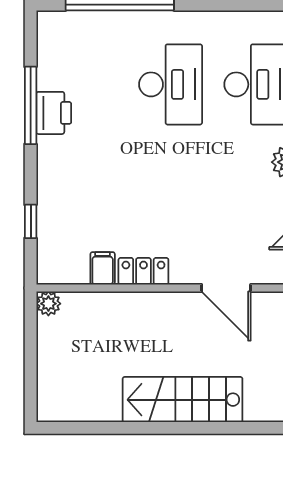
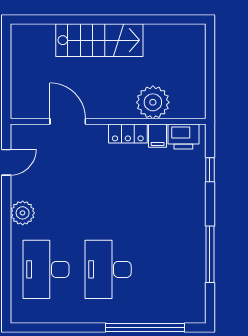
printer: (54, 113) -> (183, 137), moved, turned -90
plant: (48, 304) -> (153, 102), moved, width x1.87, depth x1.87

